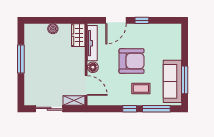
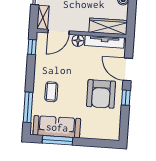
wardrobe: (78, 35) -> (108, 26), width x1.50
armchair: (132, 61) -> (101, 94), moved
window: (130, 109) -> (32, 47), moved

